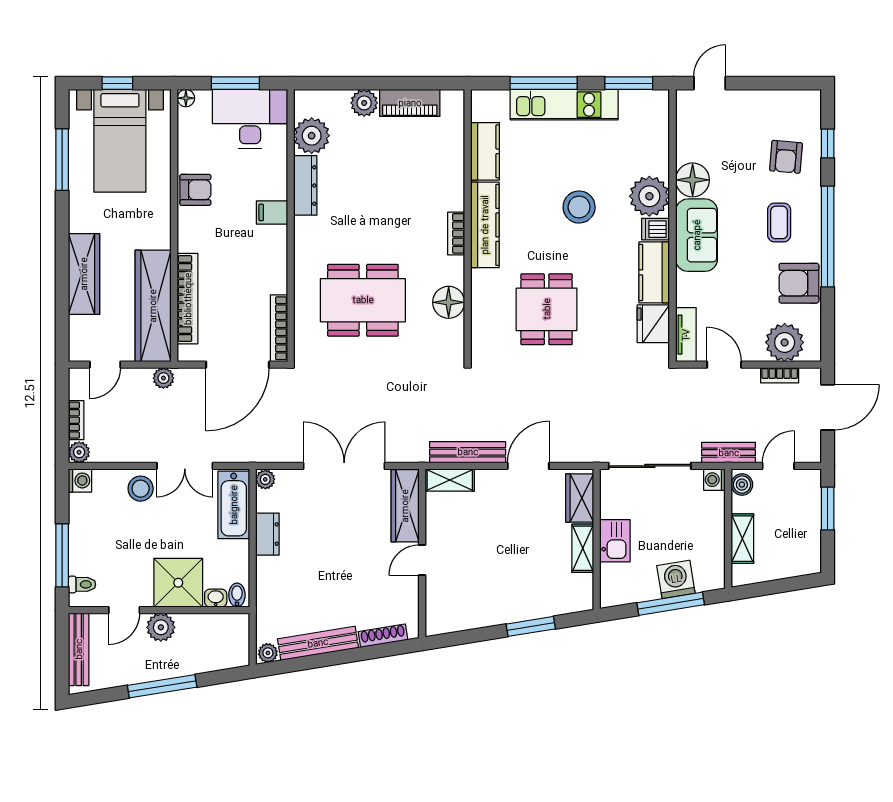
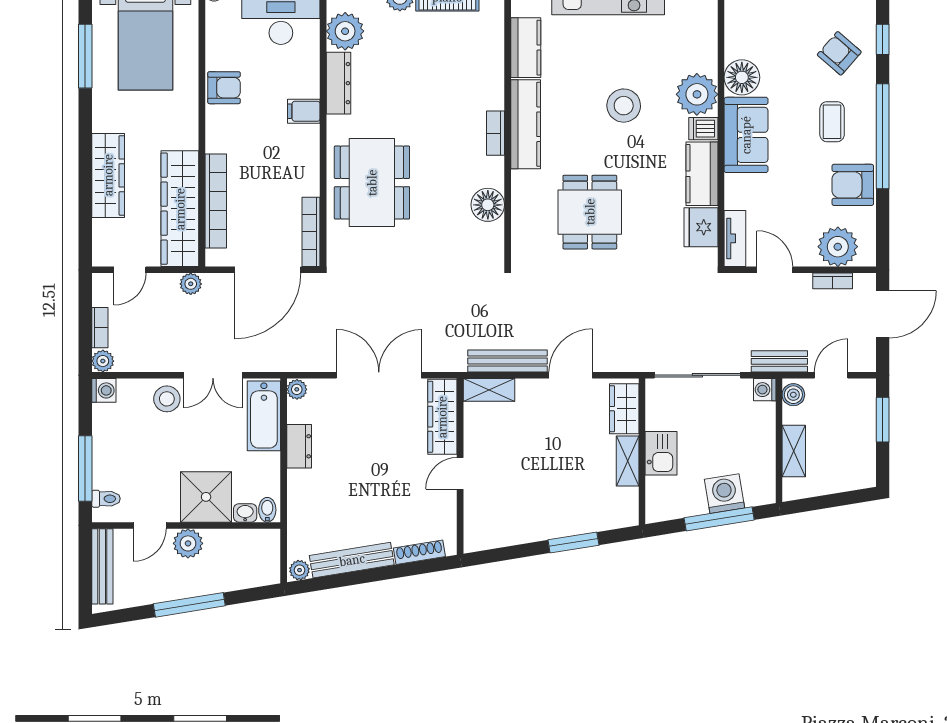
armchair: (786, 157) -> (839, 53), turned 126
dining table: (363, 300) -> (372, 183), moved, turned 90

